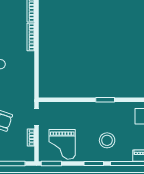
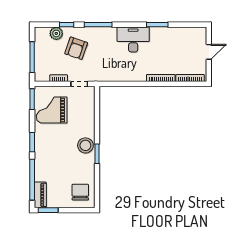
stool: (107, 140) -> (85, 145), moved

